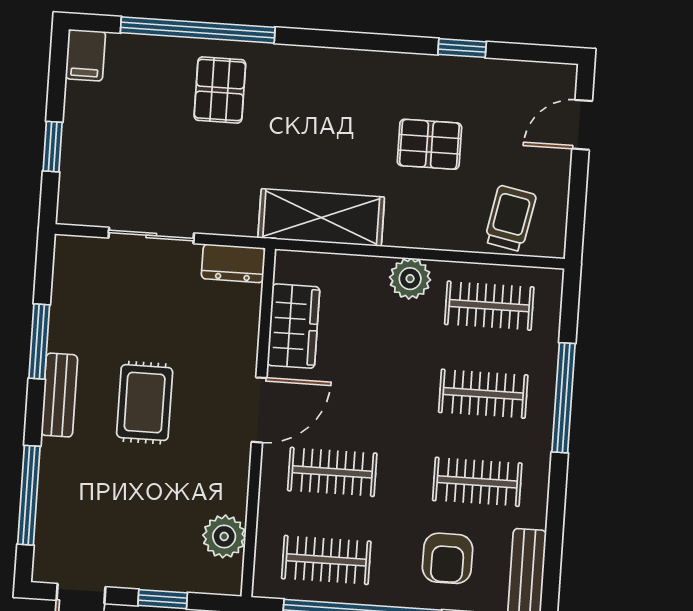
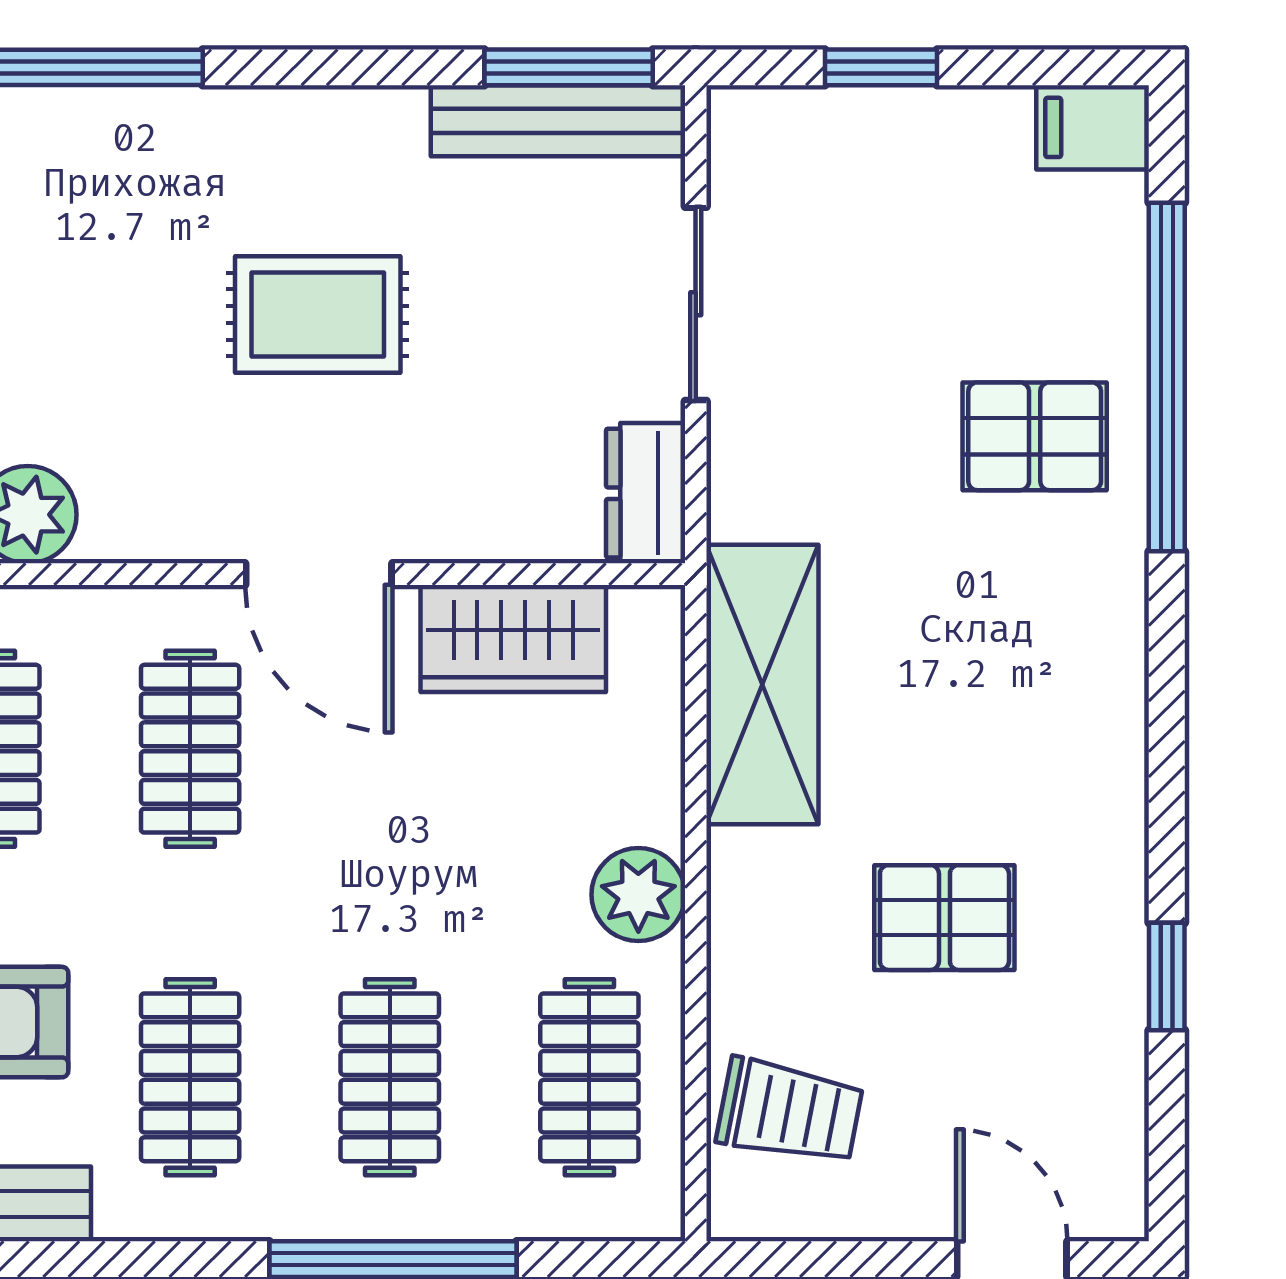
pallet: (429, 144) -> (944, 918), turned 90
window: (39, 341) -> (569, 67), moved
bench: (59, 395) -> (558, 121), moved, width x1.36

